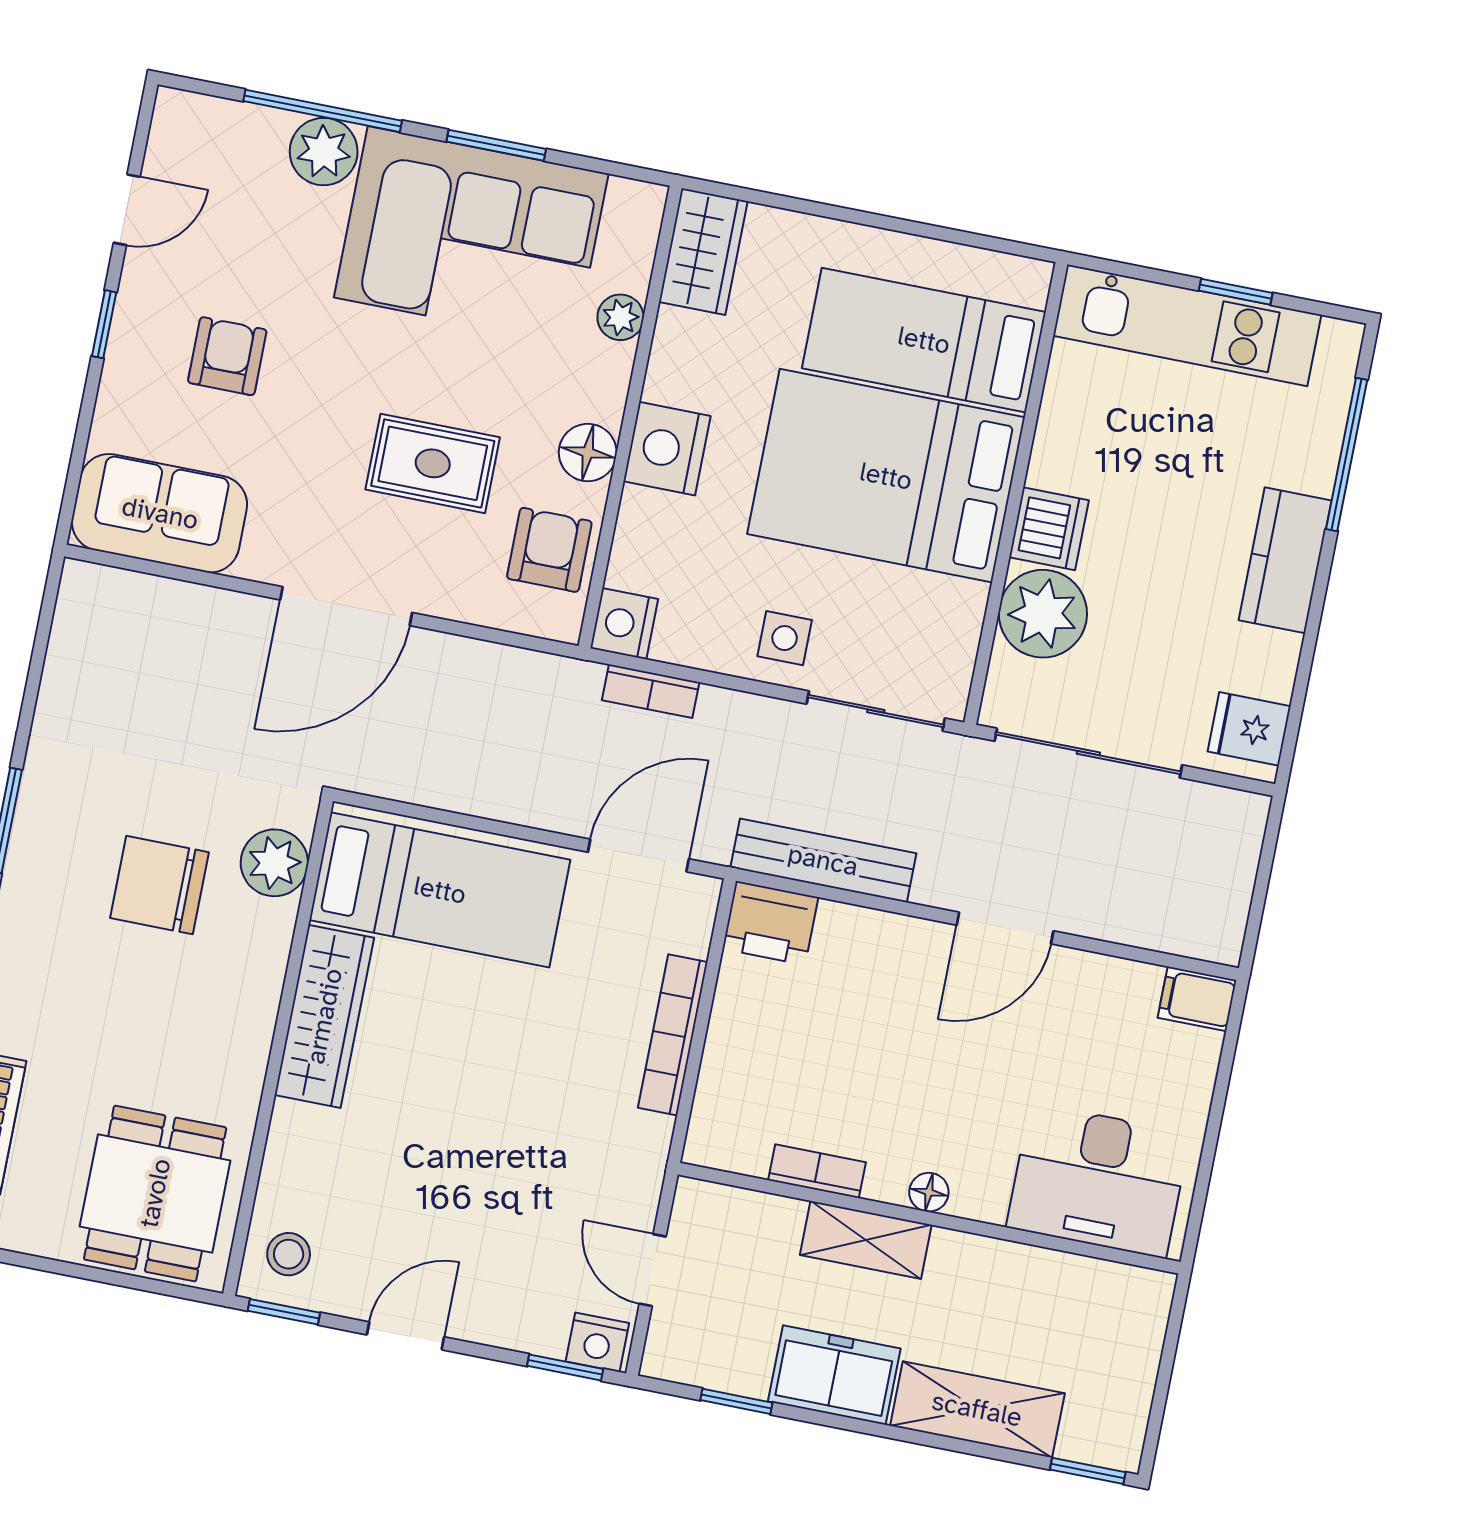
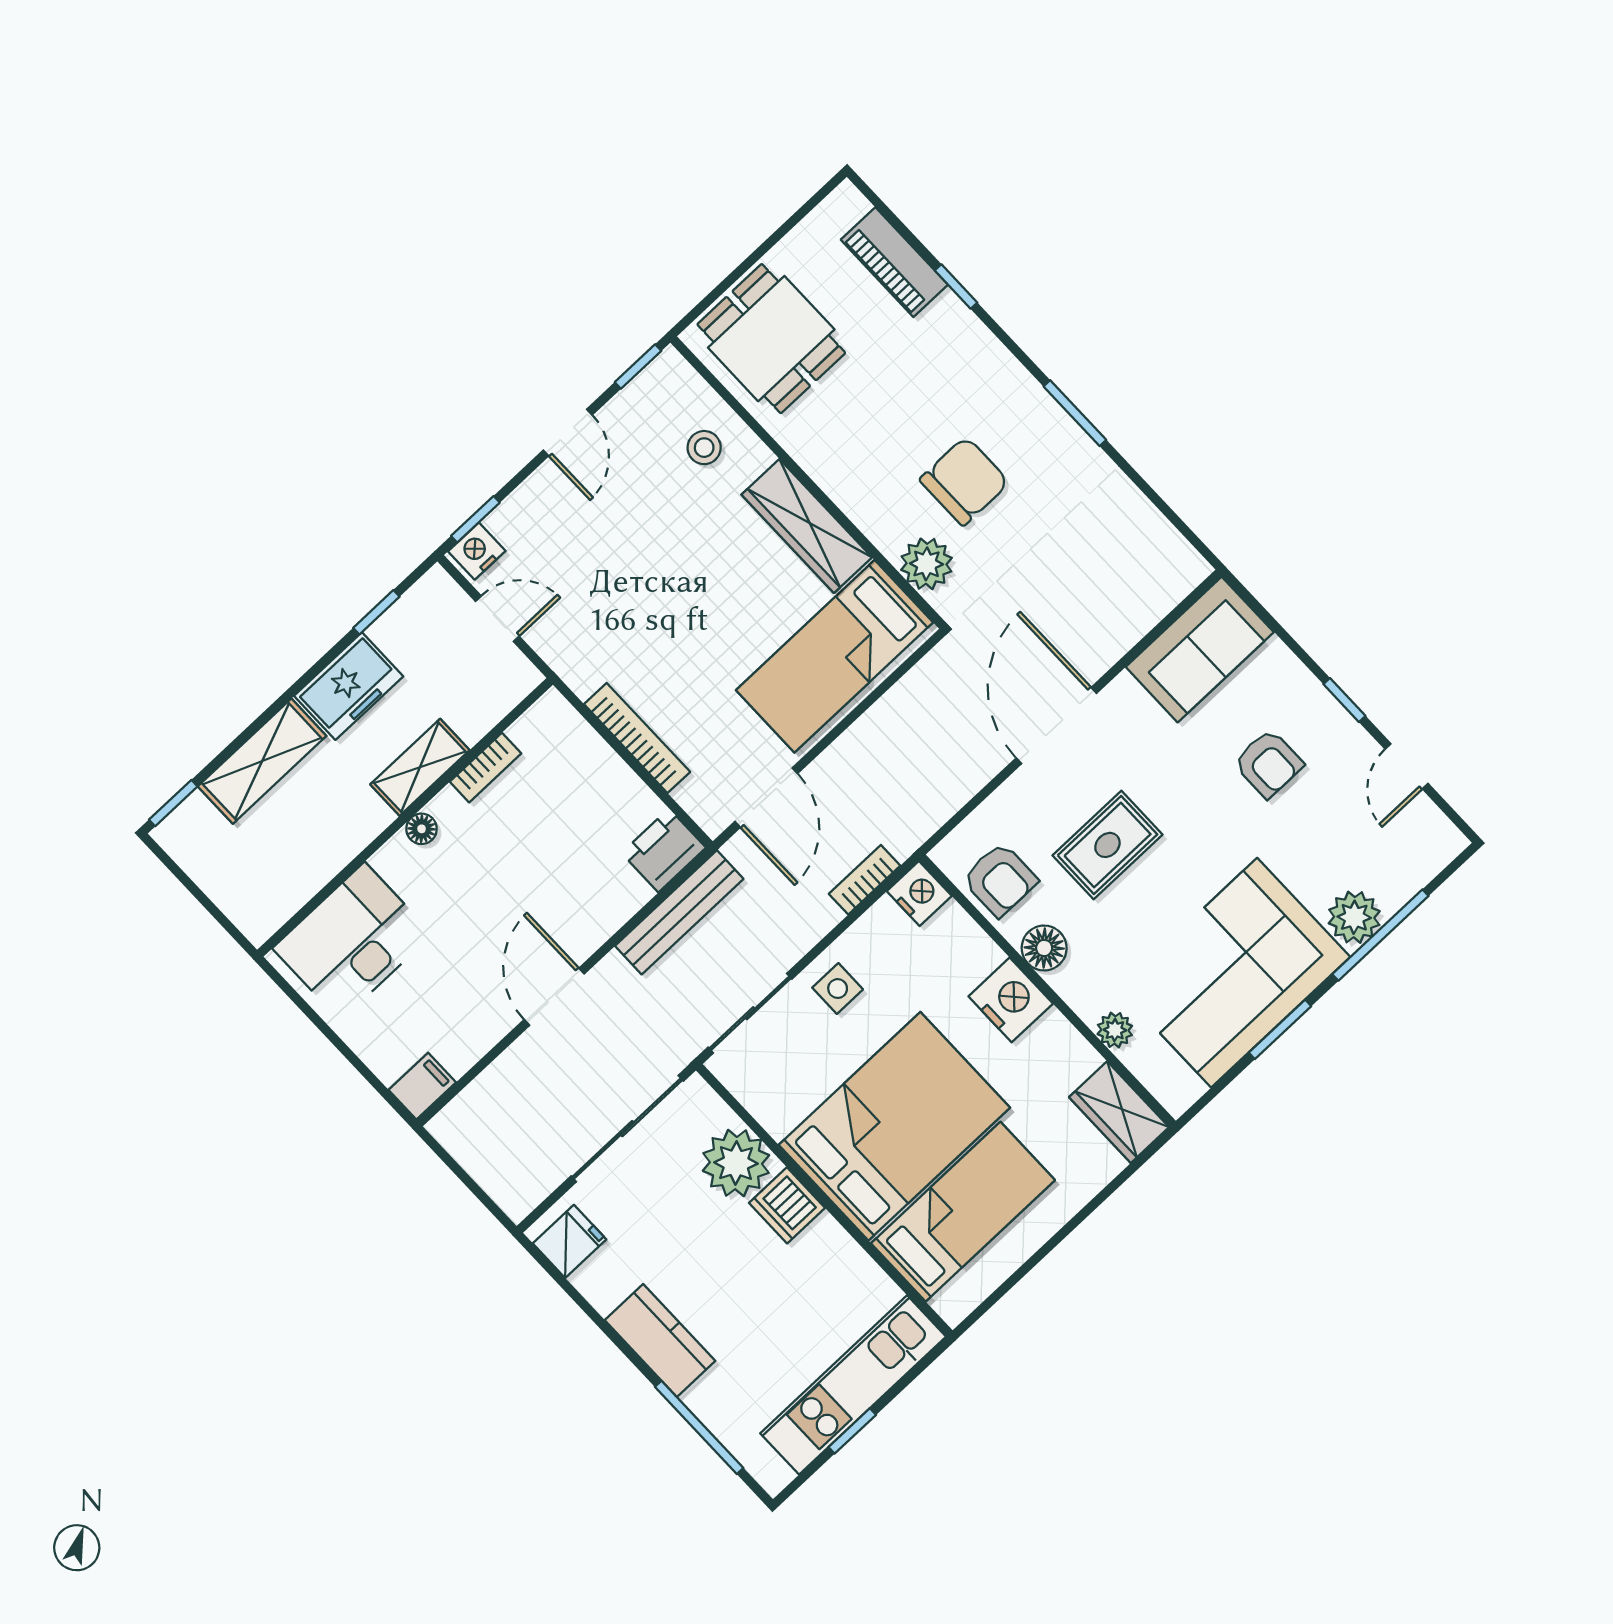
stool: (289, 1254) -> (704, 448), moved

